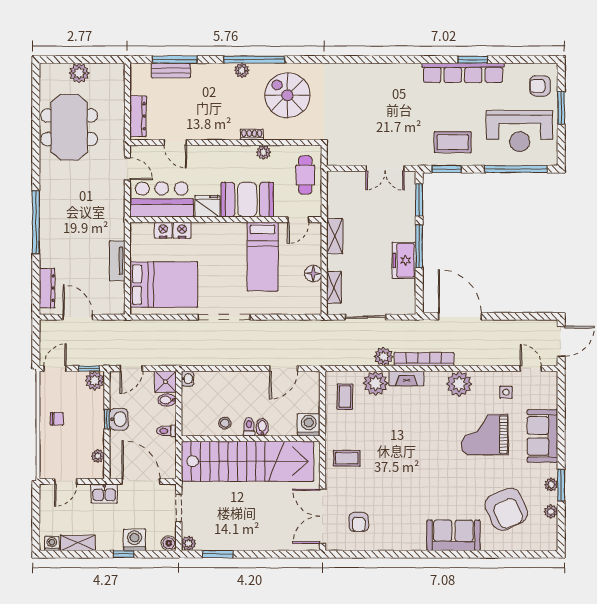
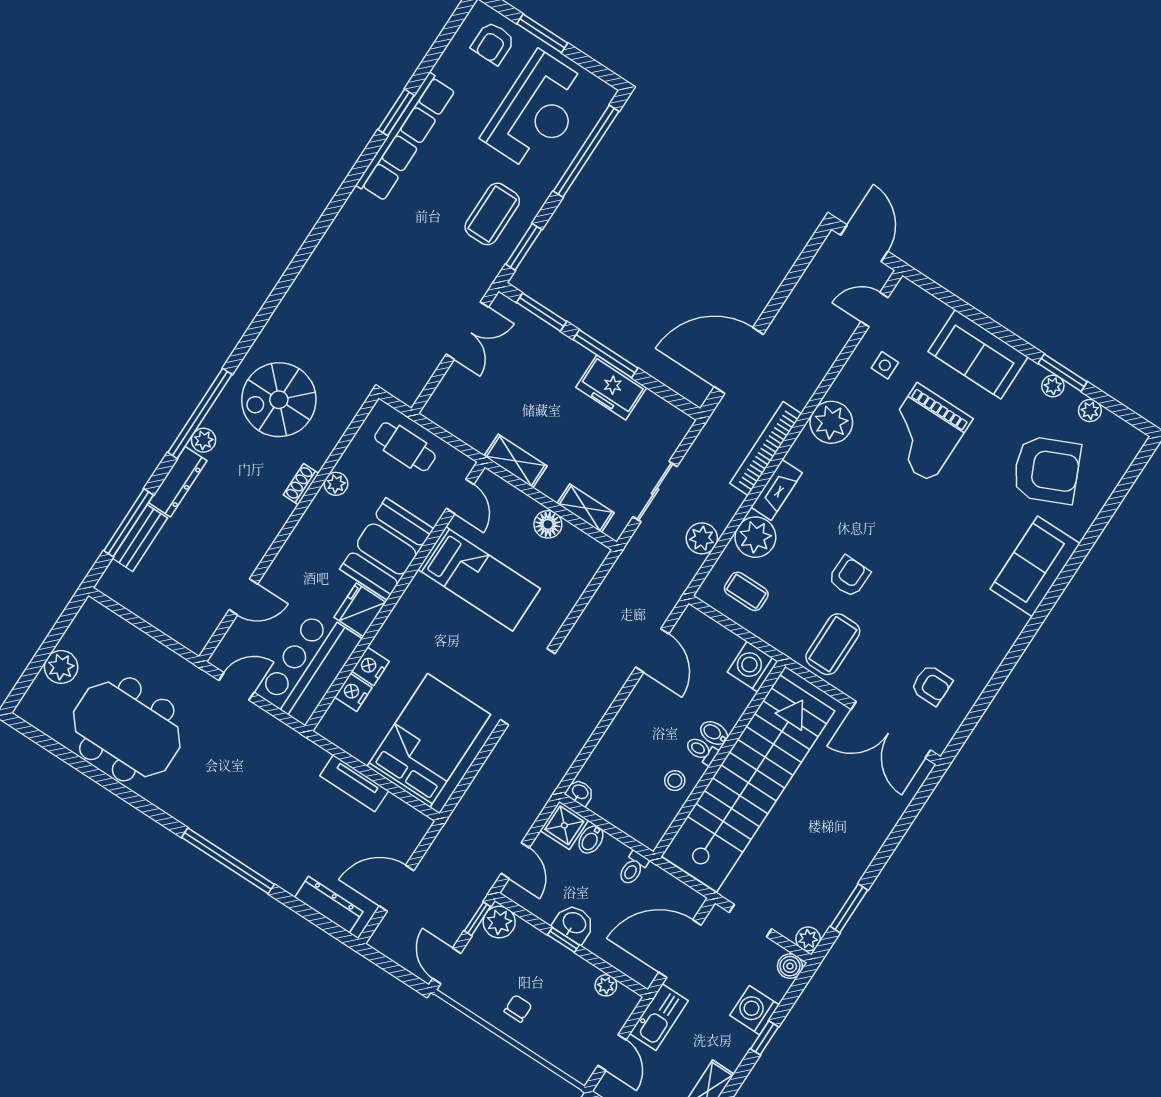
dresser: (138, 116) -> (178, 482), moved, turned 90
plant: (383, 356) -> (702, 538), moved
armchair: (387, 444) -> (849, 576), added
coffee table: (347, 458) -> (833, 644), width x1.36, depth x1.30
kitchen sink: (104, 494) -> (659, 1017), width x1.38

